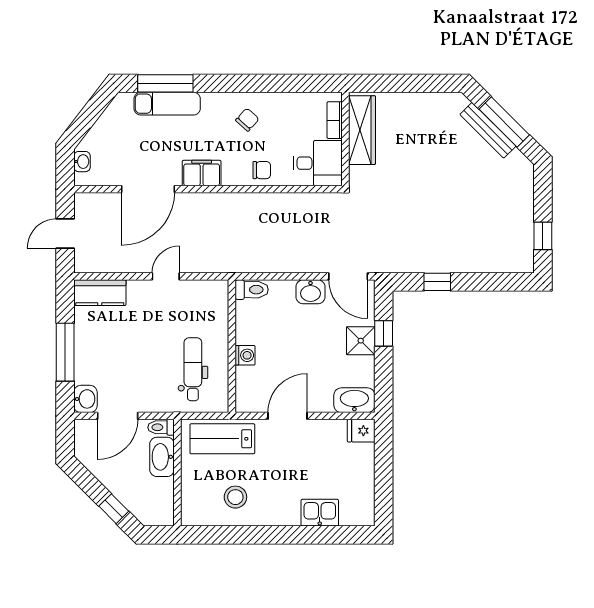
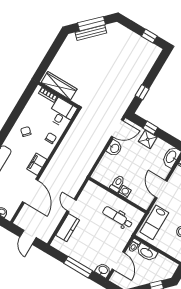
toilet: (252, 290) -> (117, 184), moved
kitchen counter: (100, 293) -> (68, 228), moved

